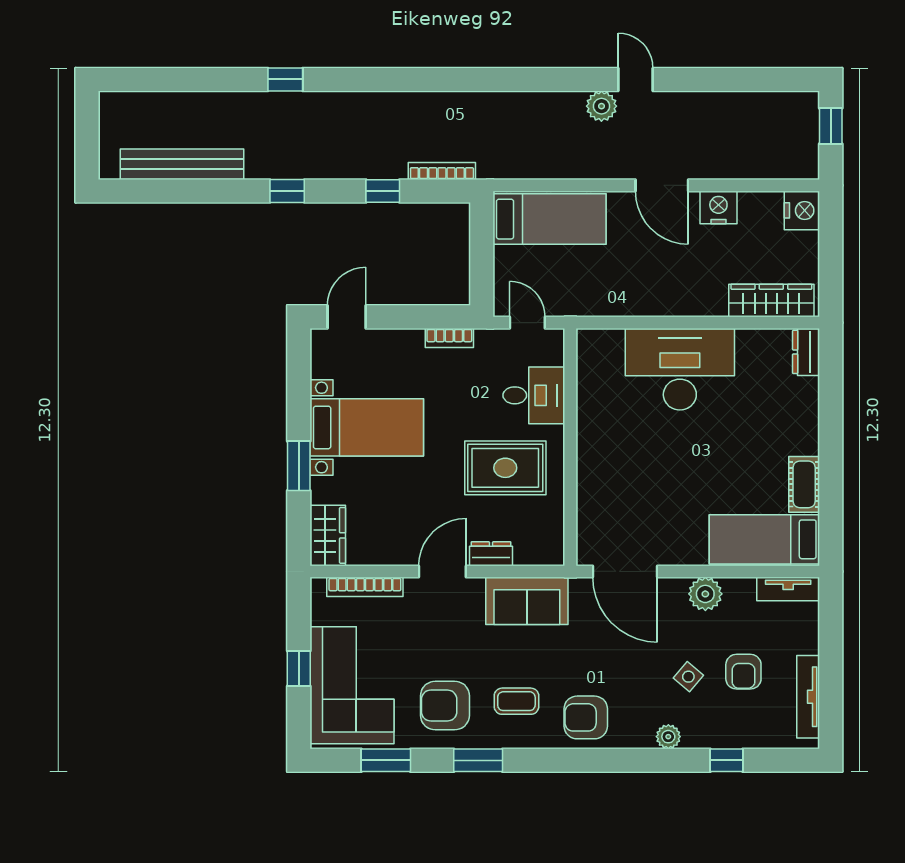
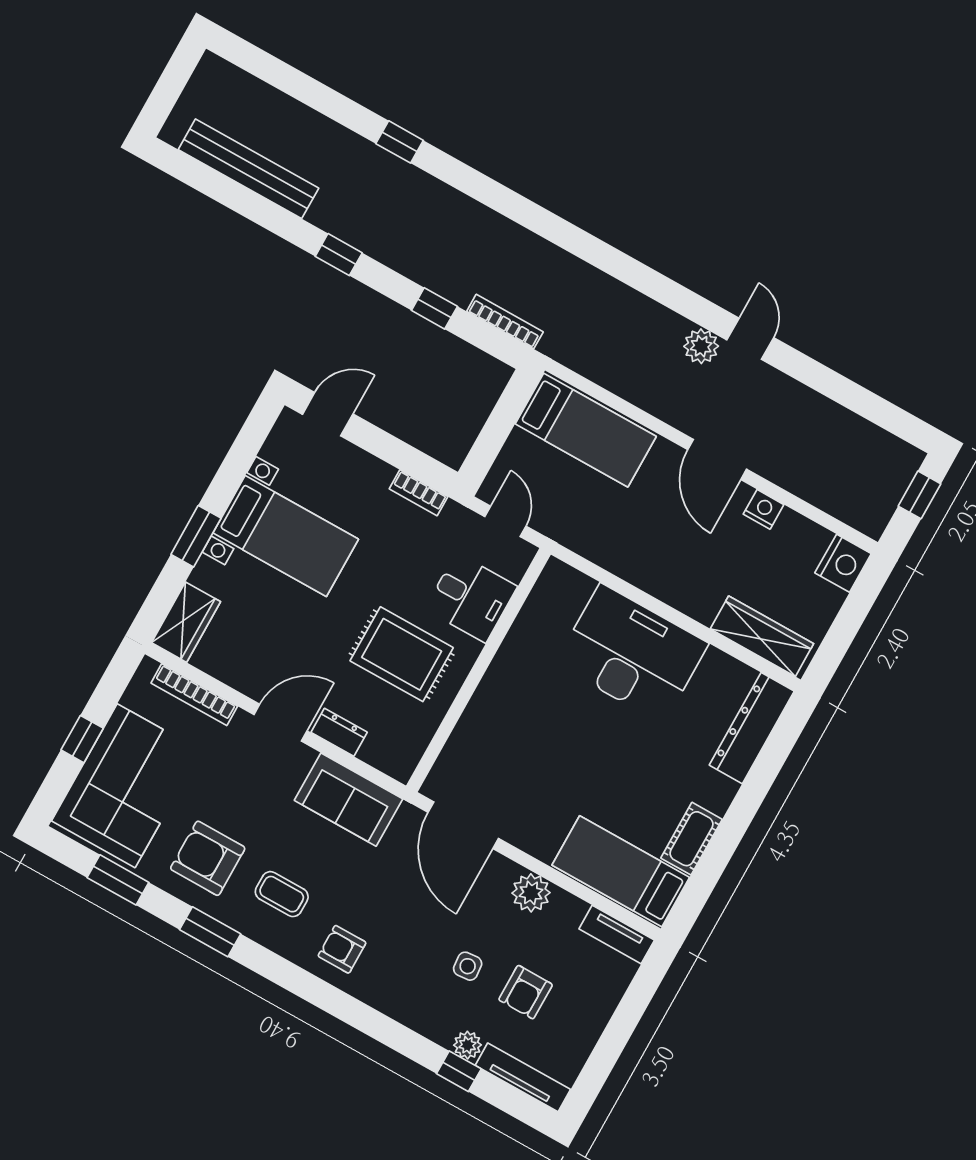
nightstand: (718, 207) -> (764, 509), width x0.74, depth x0.75
dresser: (806, 352) -> (752, 728), width x1.96, depth x1.24
side table: (688, 677) -> (468, 966), turned 45
tv unit: (808, 697) -> (523, 1077), moved, turned 90
armchair: (586, 717) -> (342, 949), width x0.72, depth x0.72
plant: (668, 737) -> (467, 1045), moved

